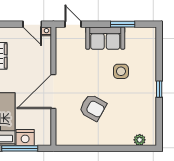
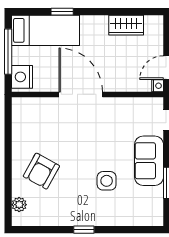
armchair: (93, 108) -> (41, 171), moved
nightstand: (25, 138) -> (22, 77), moved

